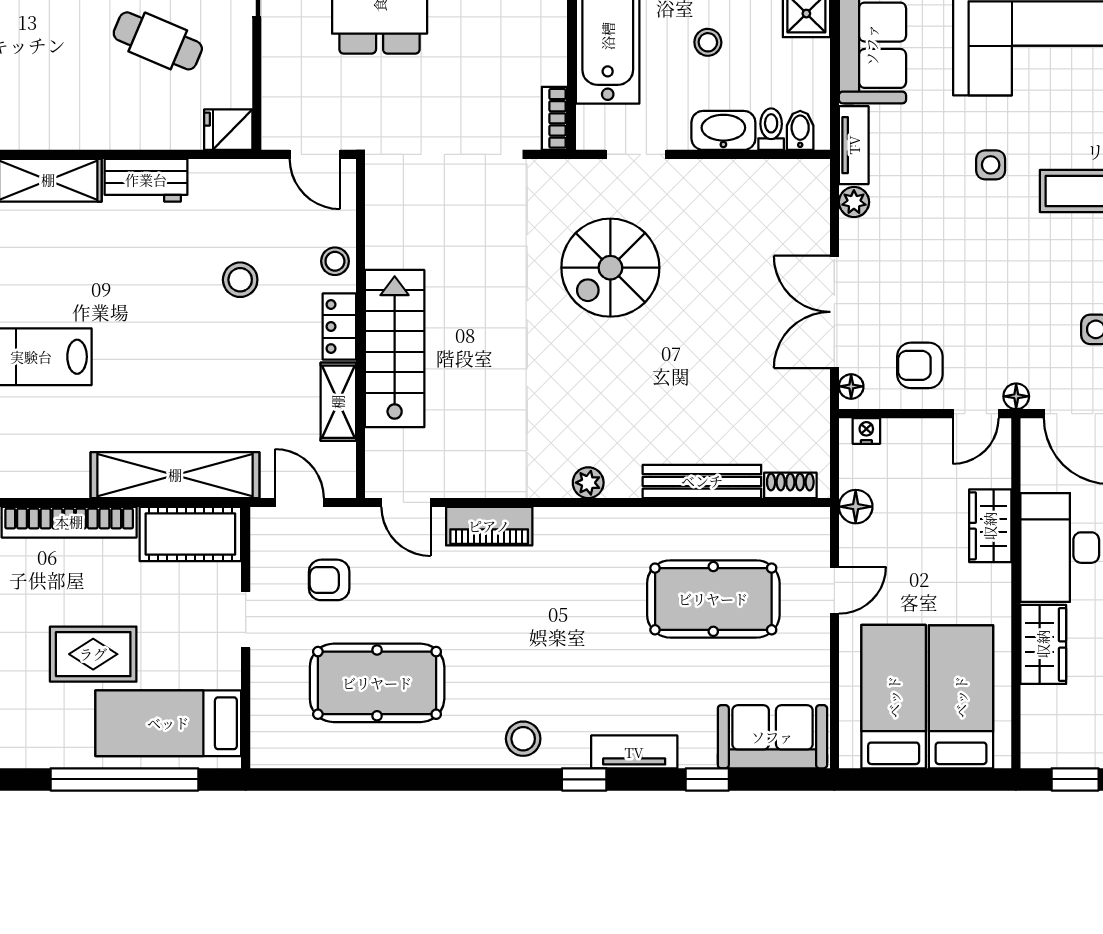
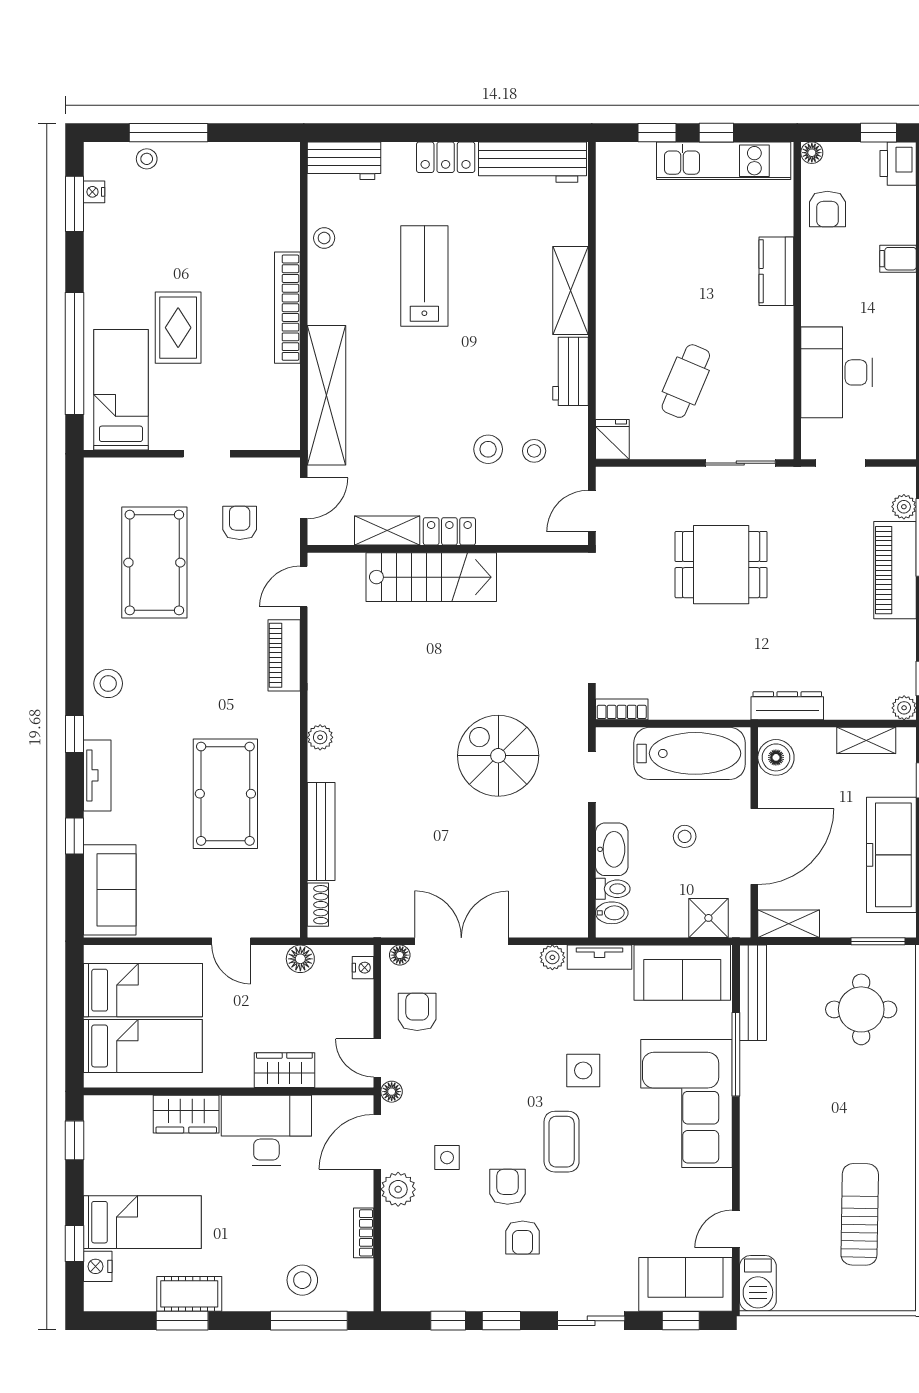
side table: (991, 165) -> (583, 1070), width x1.37, depth x1.37
stool: (335, 261) -> (534, 451), moved
cot: (190, 534) -> (278, 408), removed
pool table: (713, 599) -> (225, 794), moved

